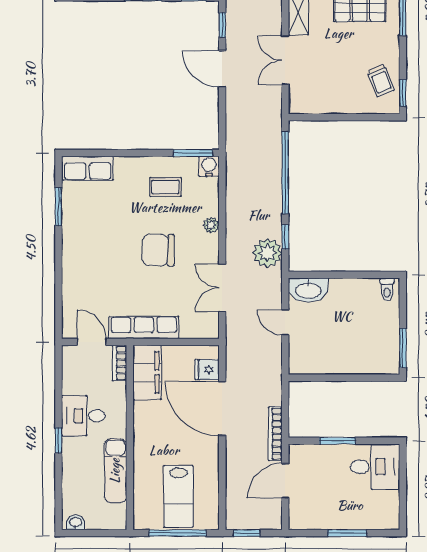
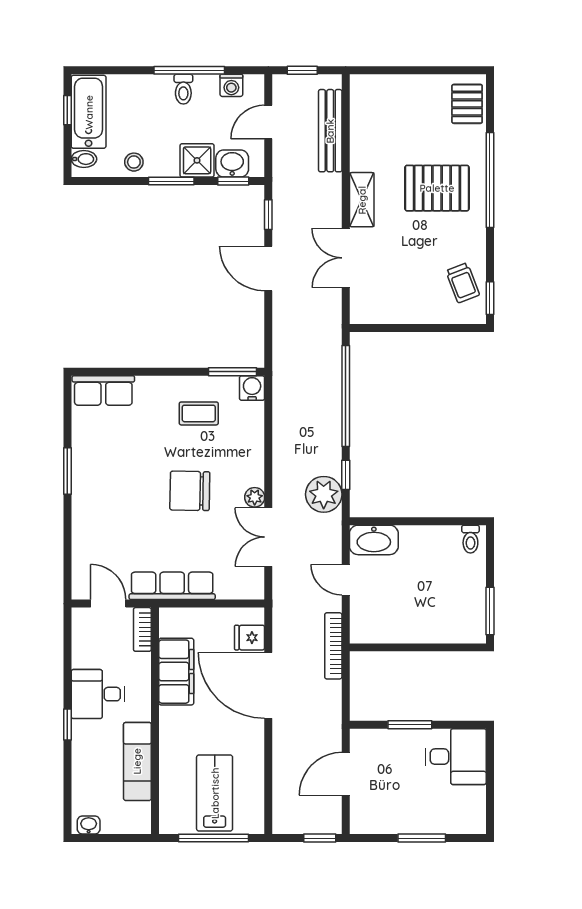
window: (58, 207) -> (67, 471), moved
plant: (211, 225) -> (255, 497), moved
filing cabinet: (147, 372) -> (176, 672), moved
bookcase: (275, 434) -> (333, 646), moved
lab bench: (178, 496) -> (215, 793), turned 180
window: (247, 533) -> (320, 838), moved

